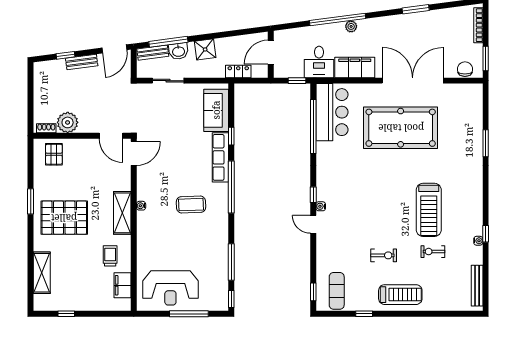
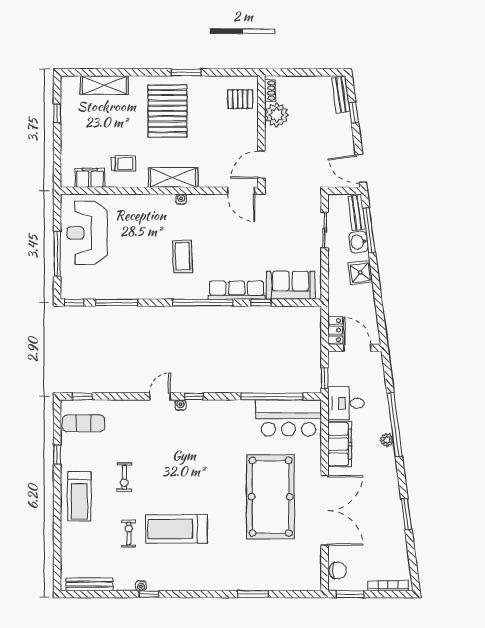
bench: (82, 62) -> (341, 95), moved
locker: (238, 71) -> (335, 330), moved

